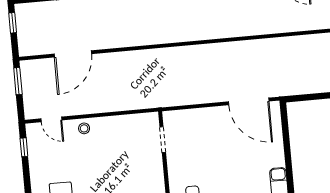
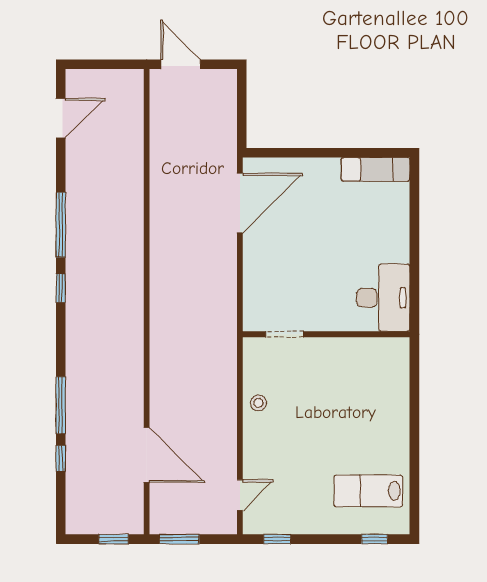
window: (13, 23) -> (114, 539), moved
stool: (84, 128) -> (258, 403), moved

